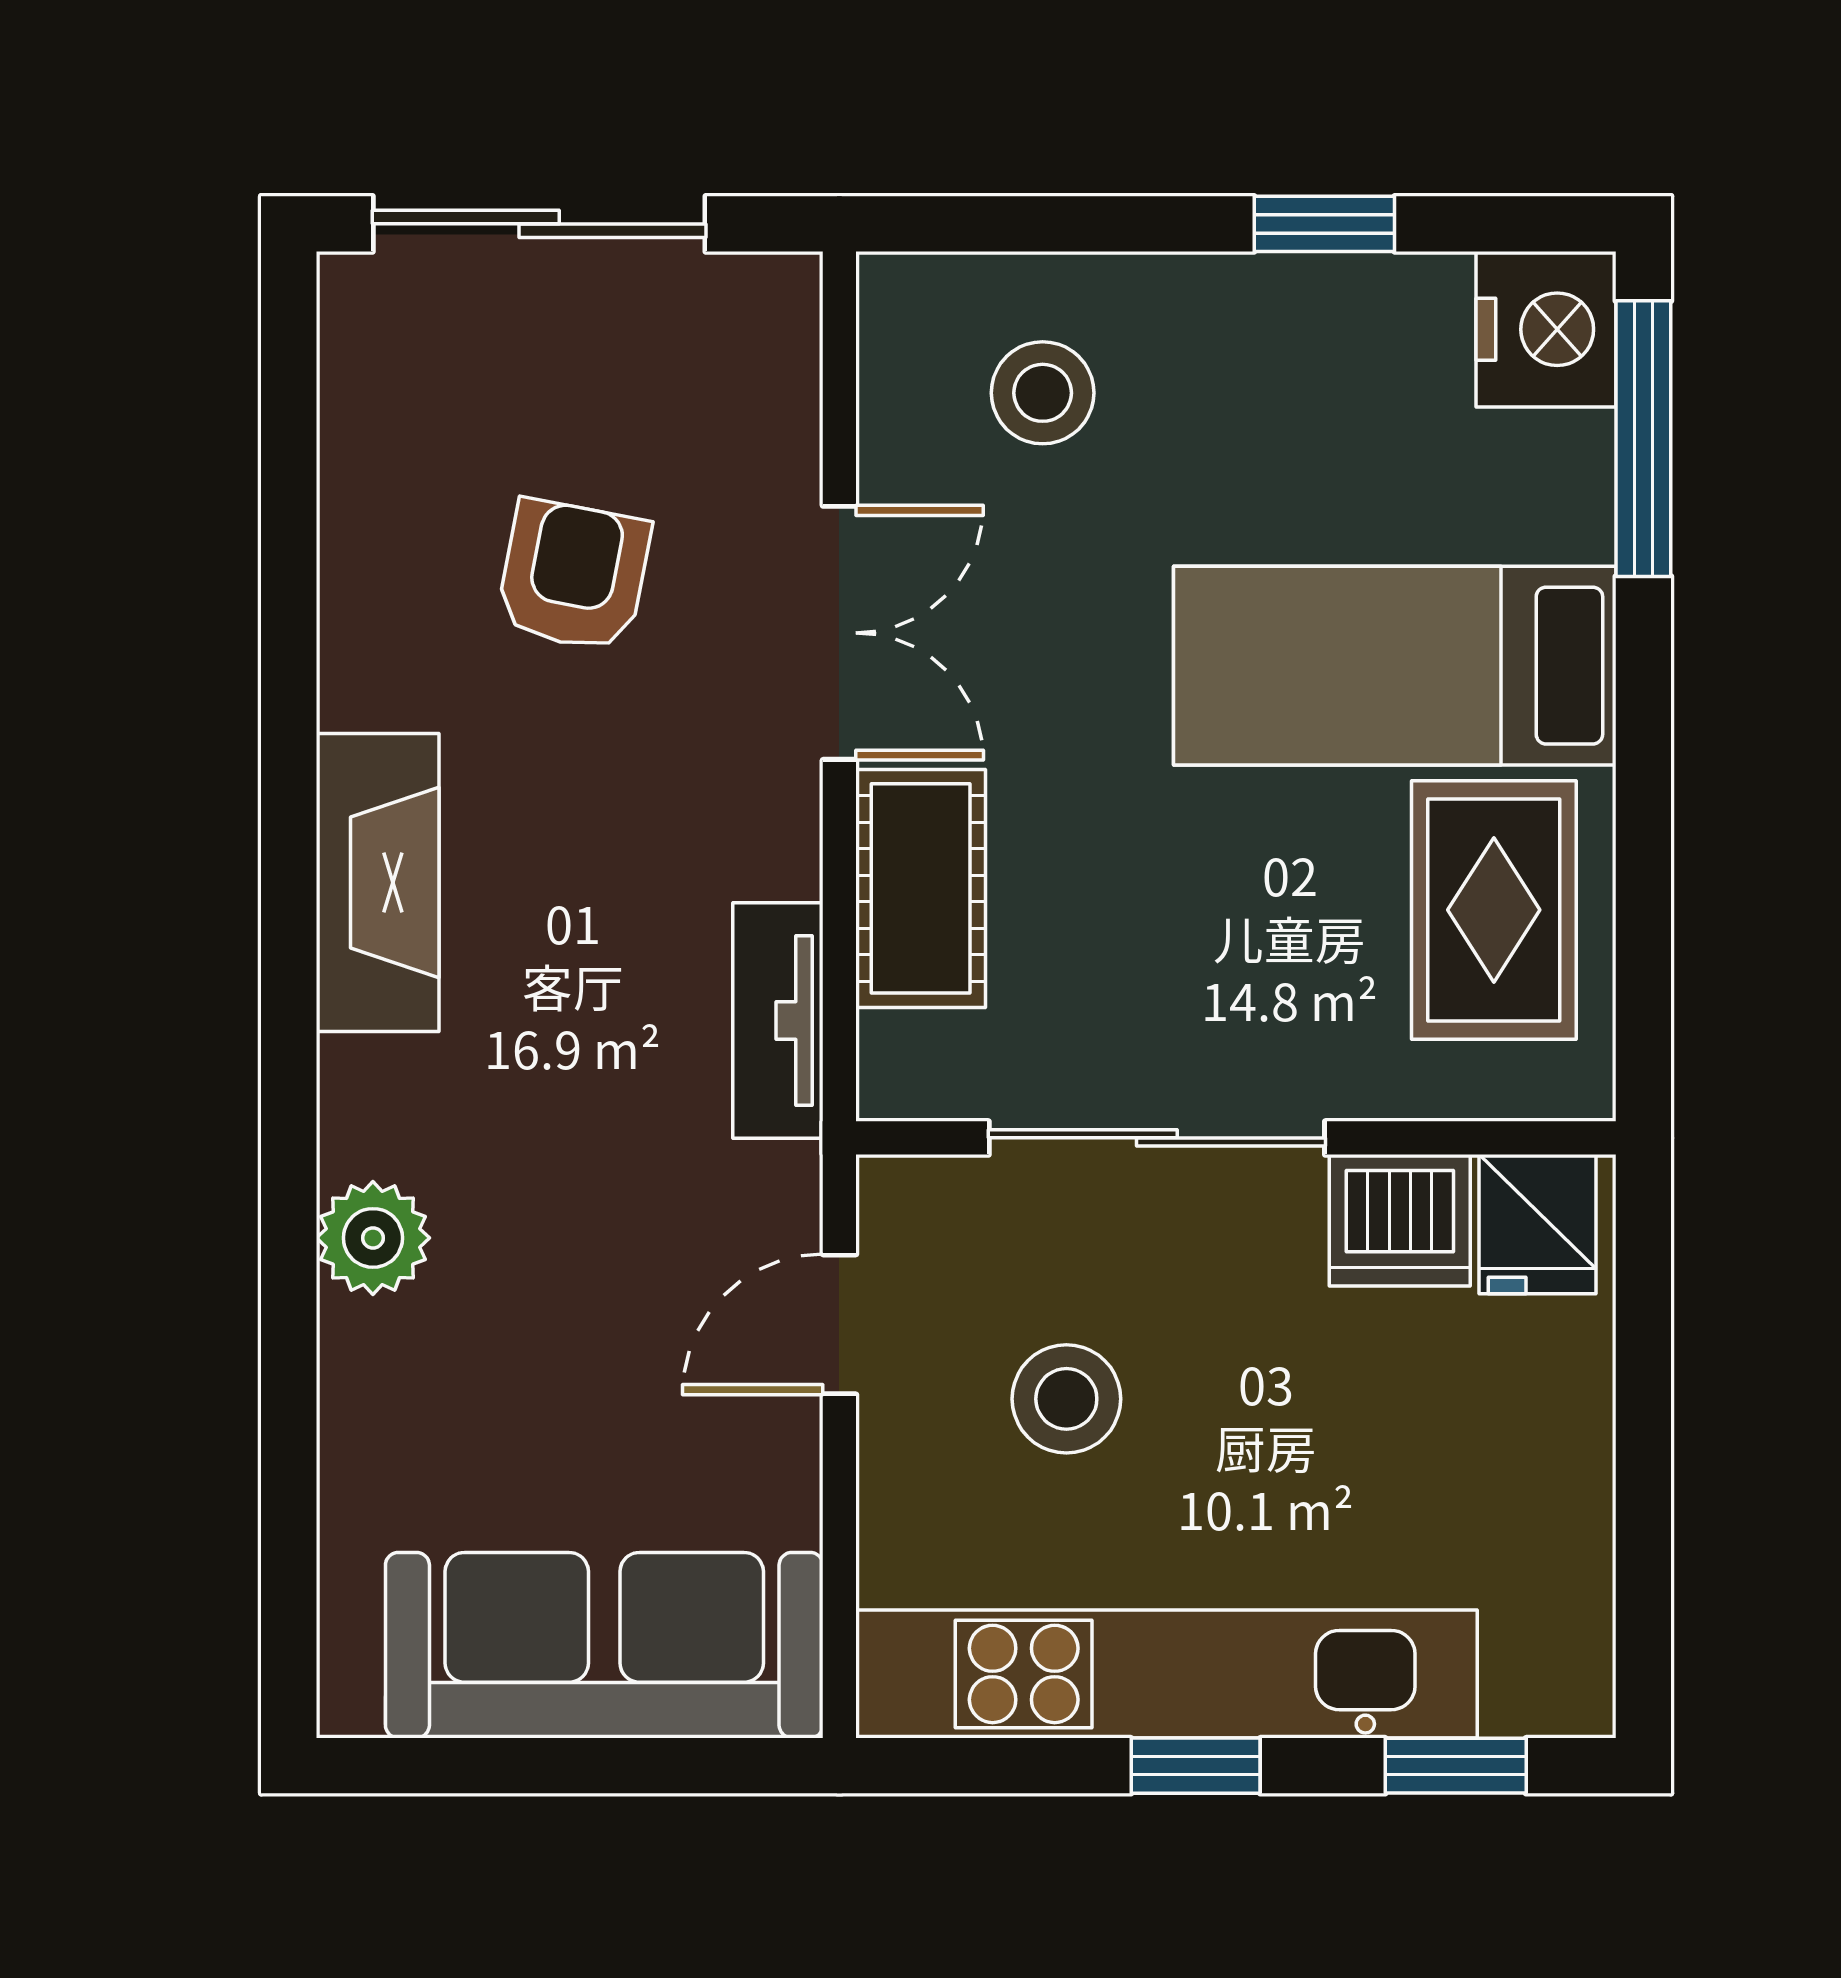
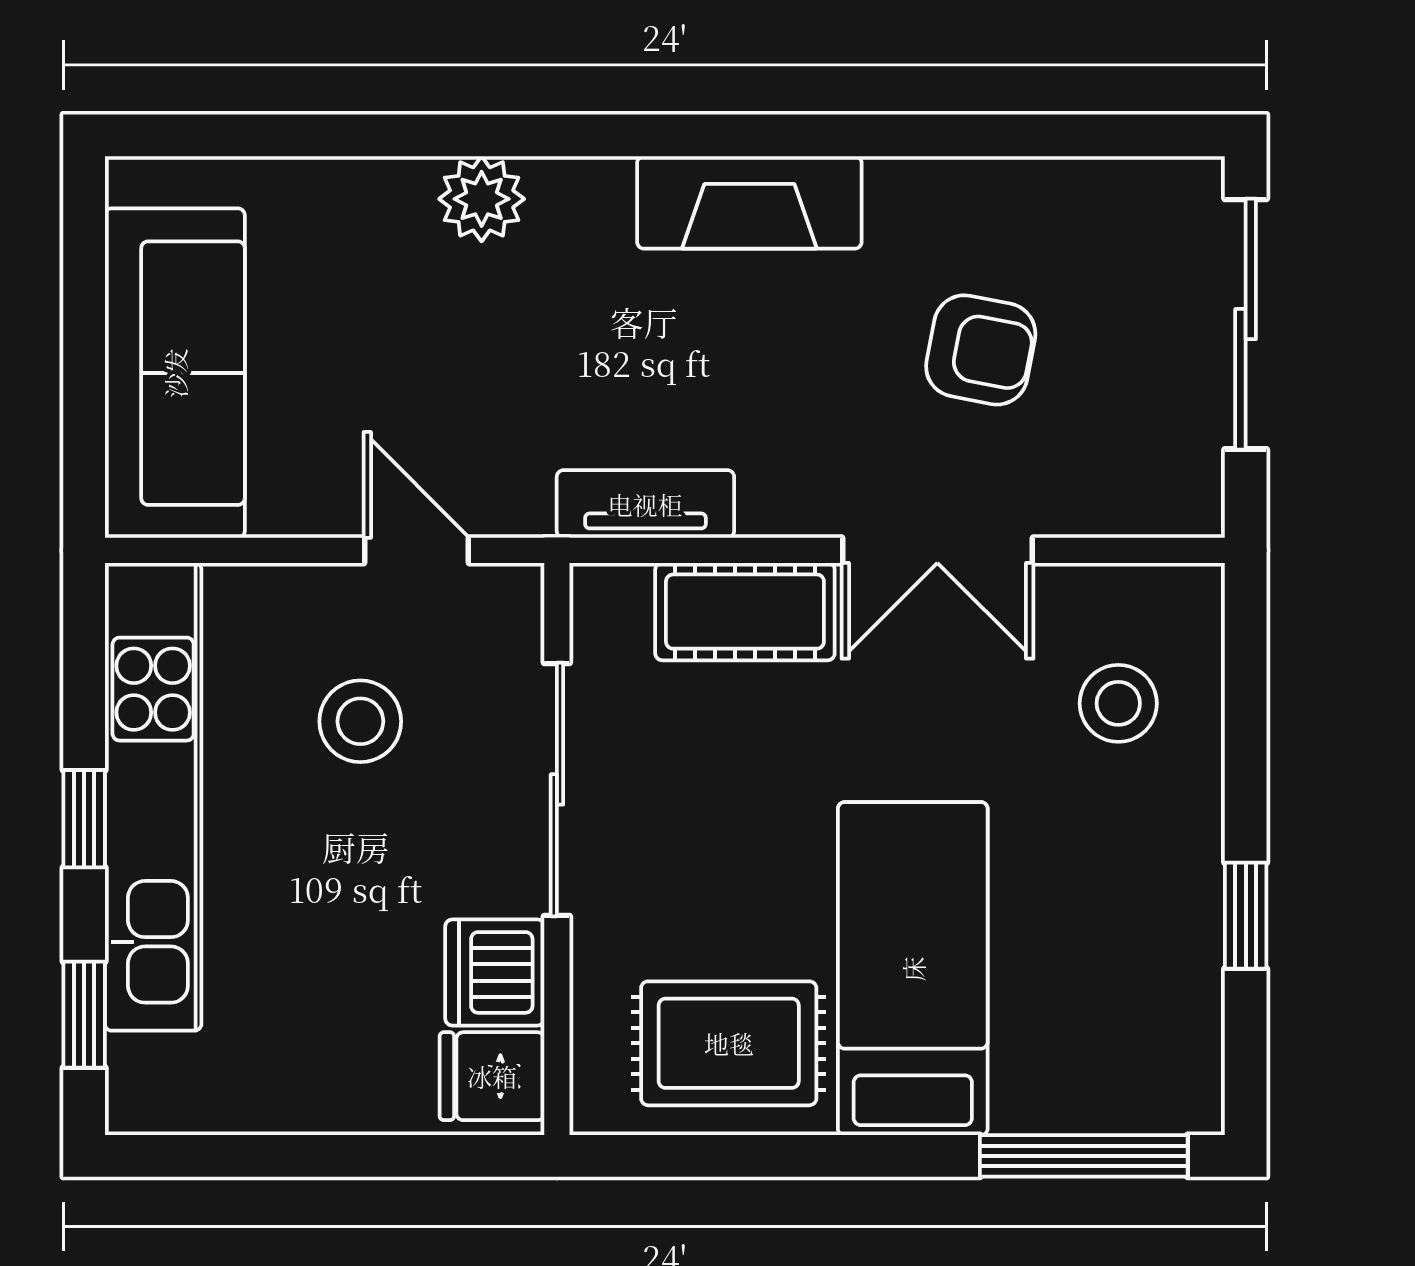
nightstand: (1546, 329) -> (1166, 1083), removed

